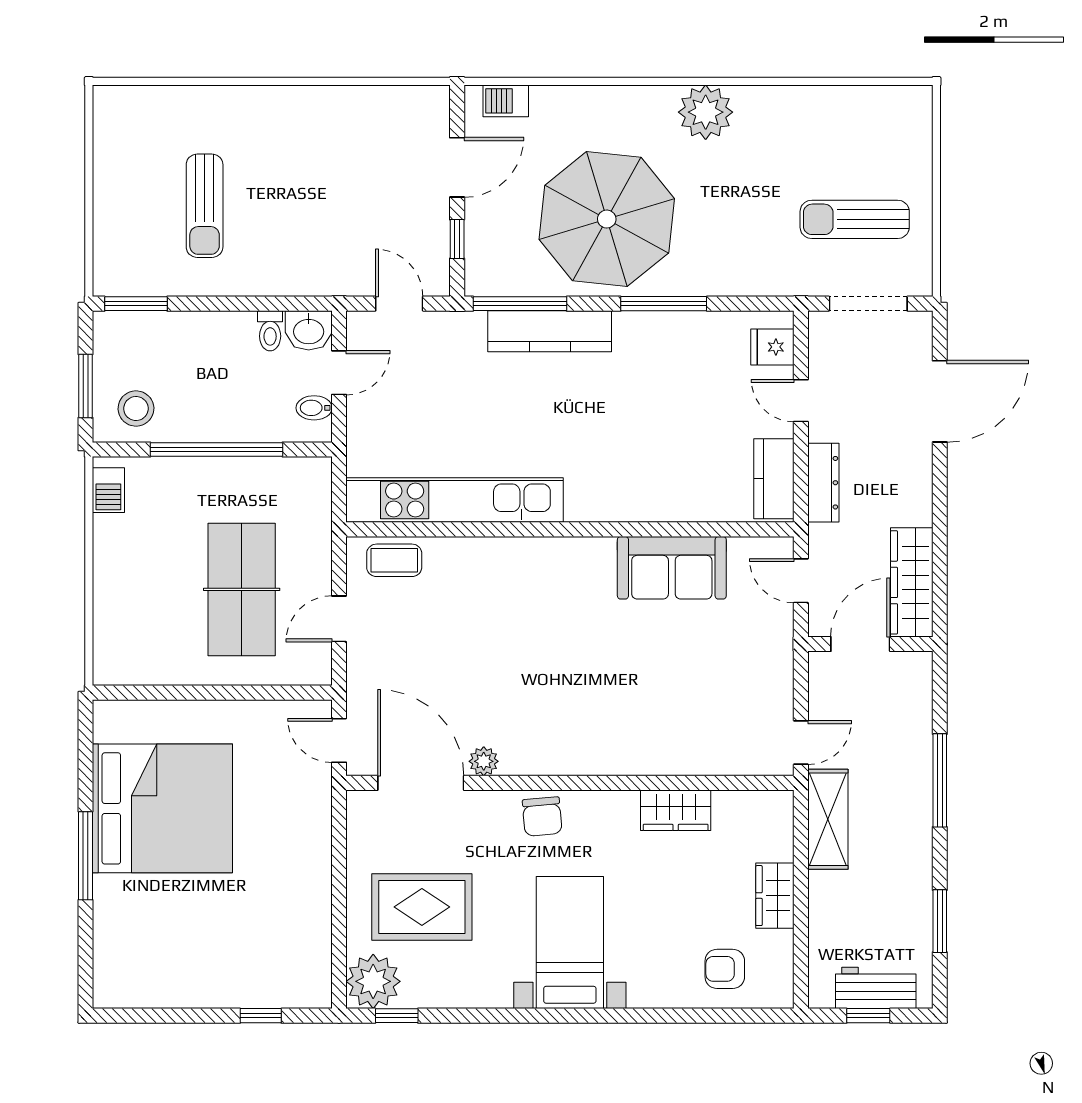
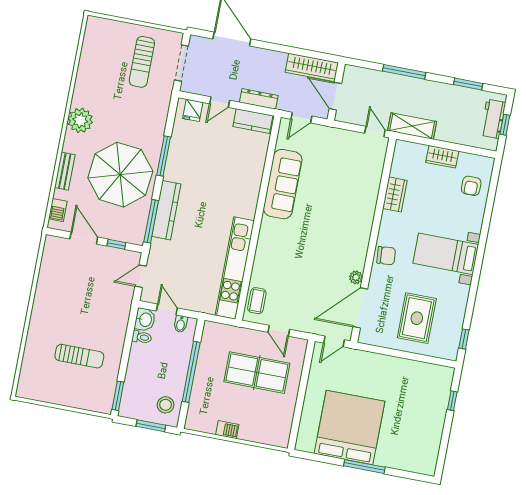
bench: (591, 100) -> (65, 171), added
barbecue: (108, 490) -> (227, 430), moved
sofa: (672, 568) -> (283, 184), width x1.36
plant: (373, 981) -> (446, 347), removed

